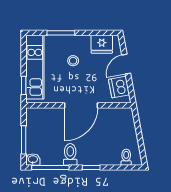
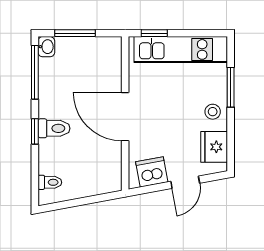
stool: (73, 61) -> (213, 112), moved
door: (126, 64) -> (185, 182), swing flipped
toilet: (70, 154) -> (54, 128), moved

